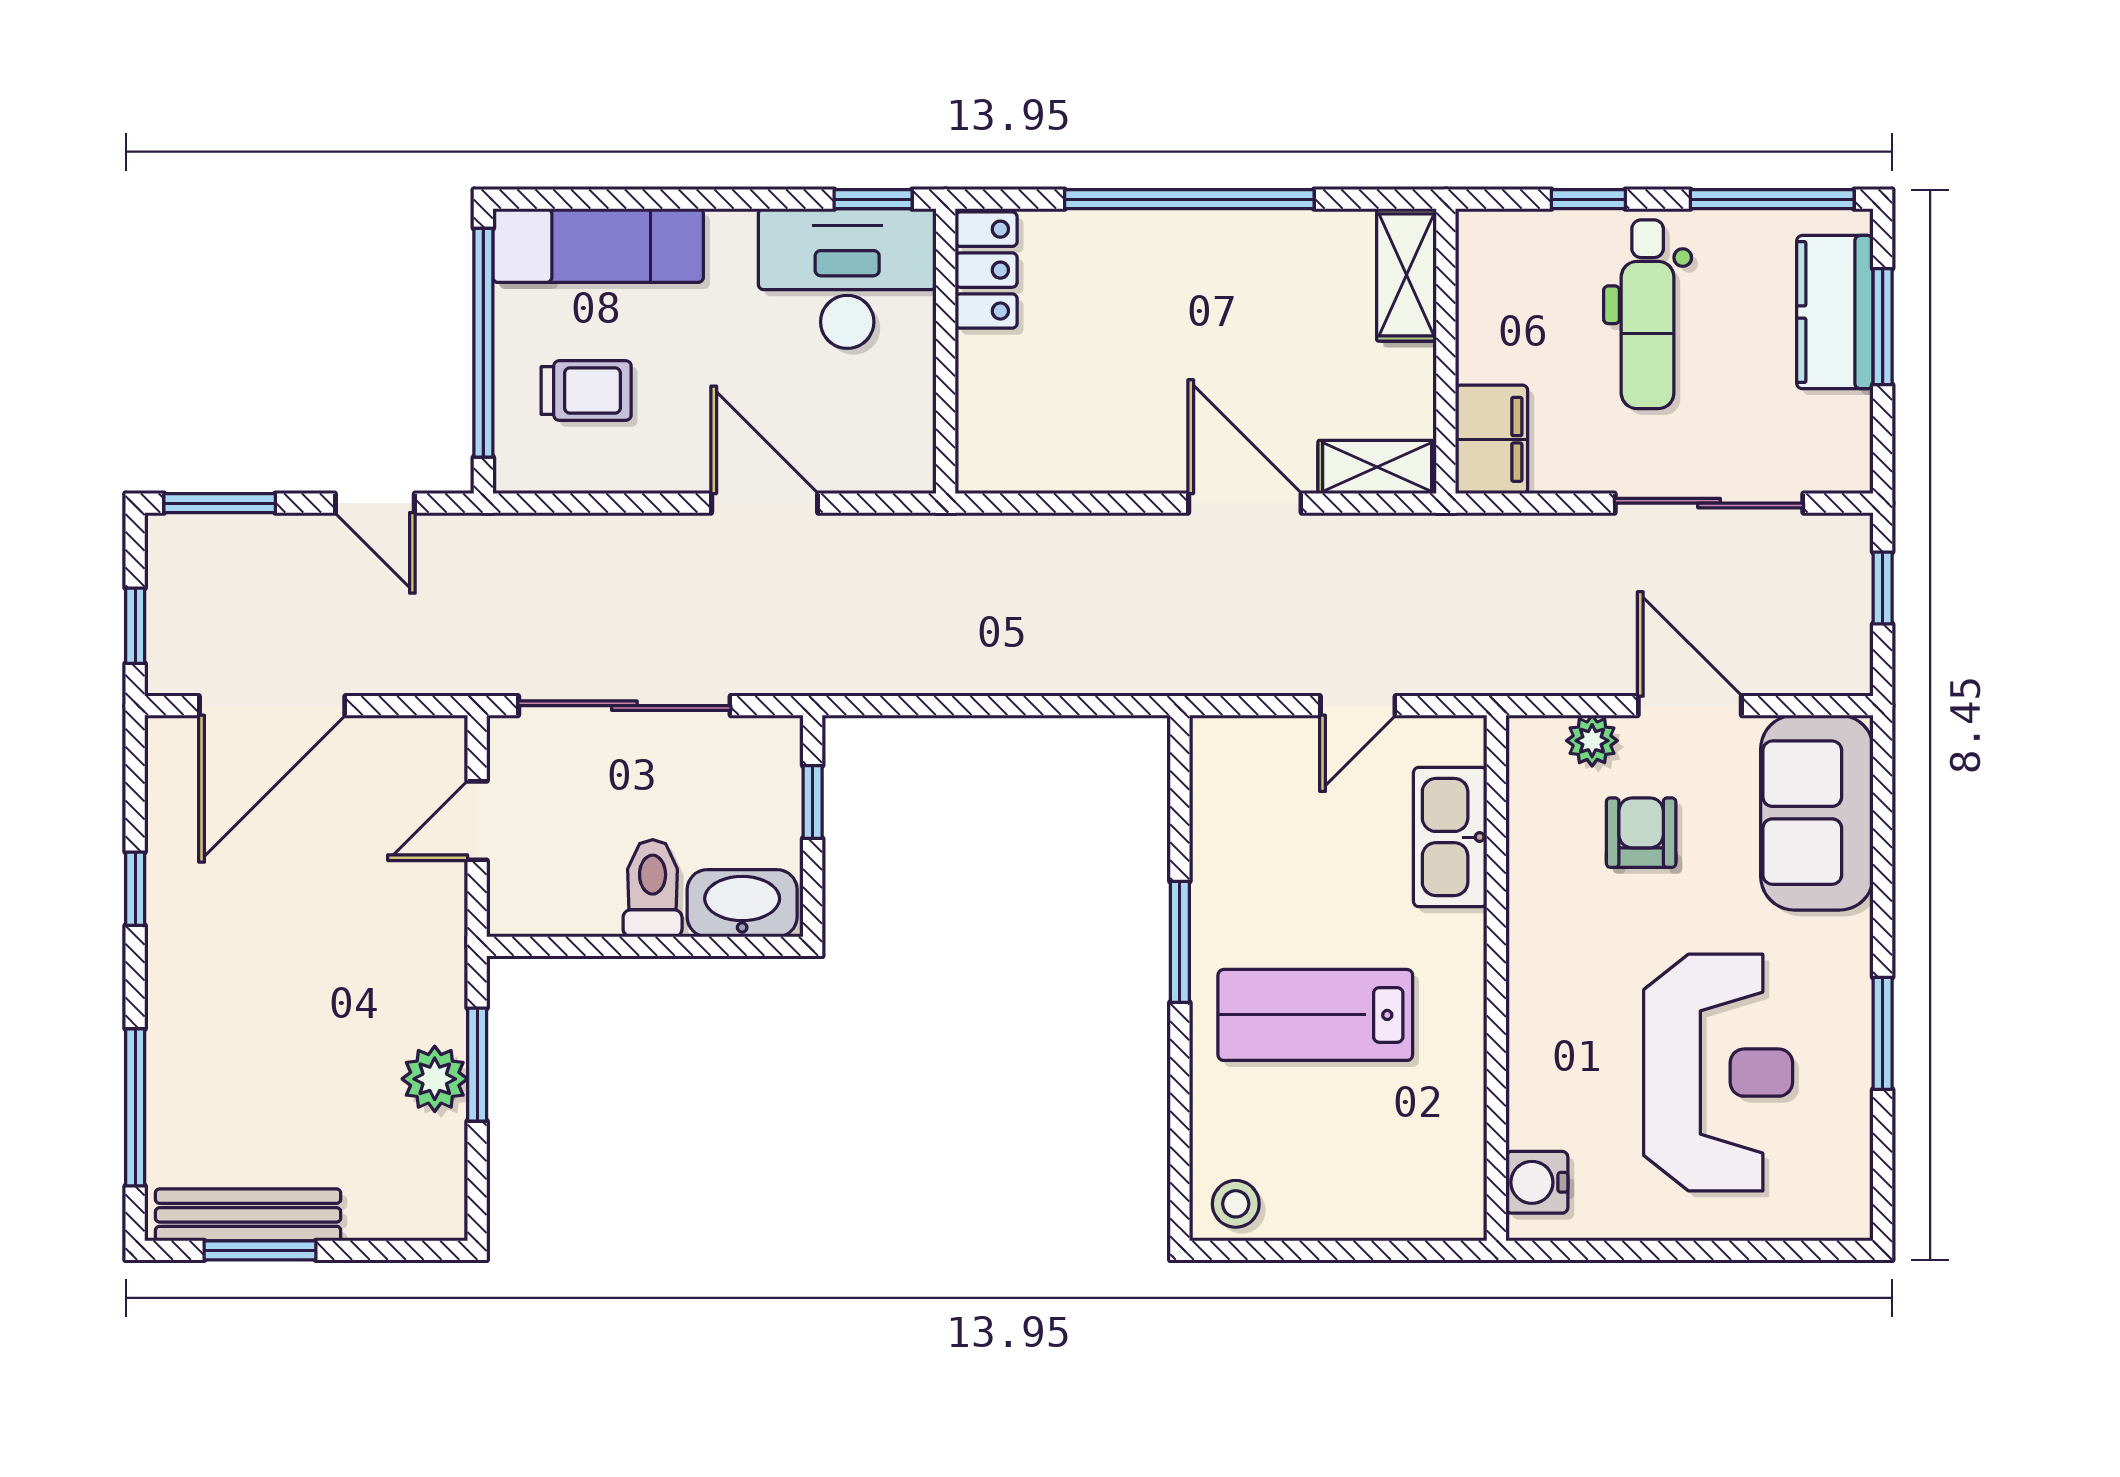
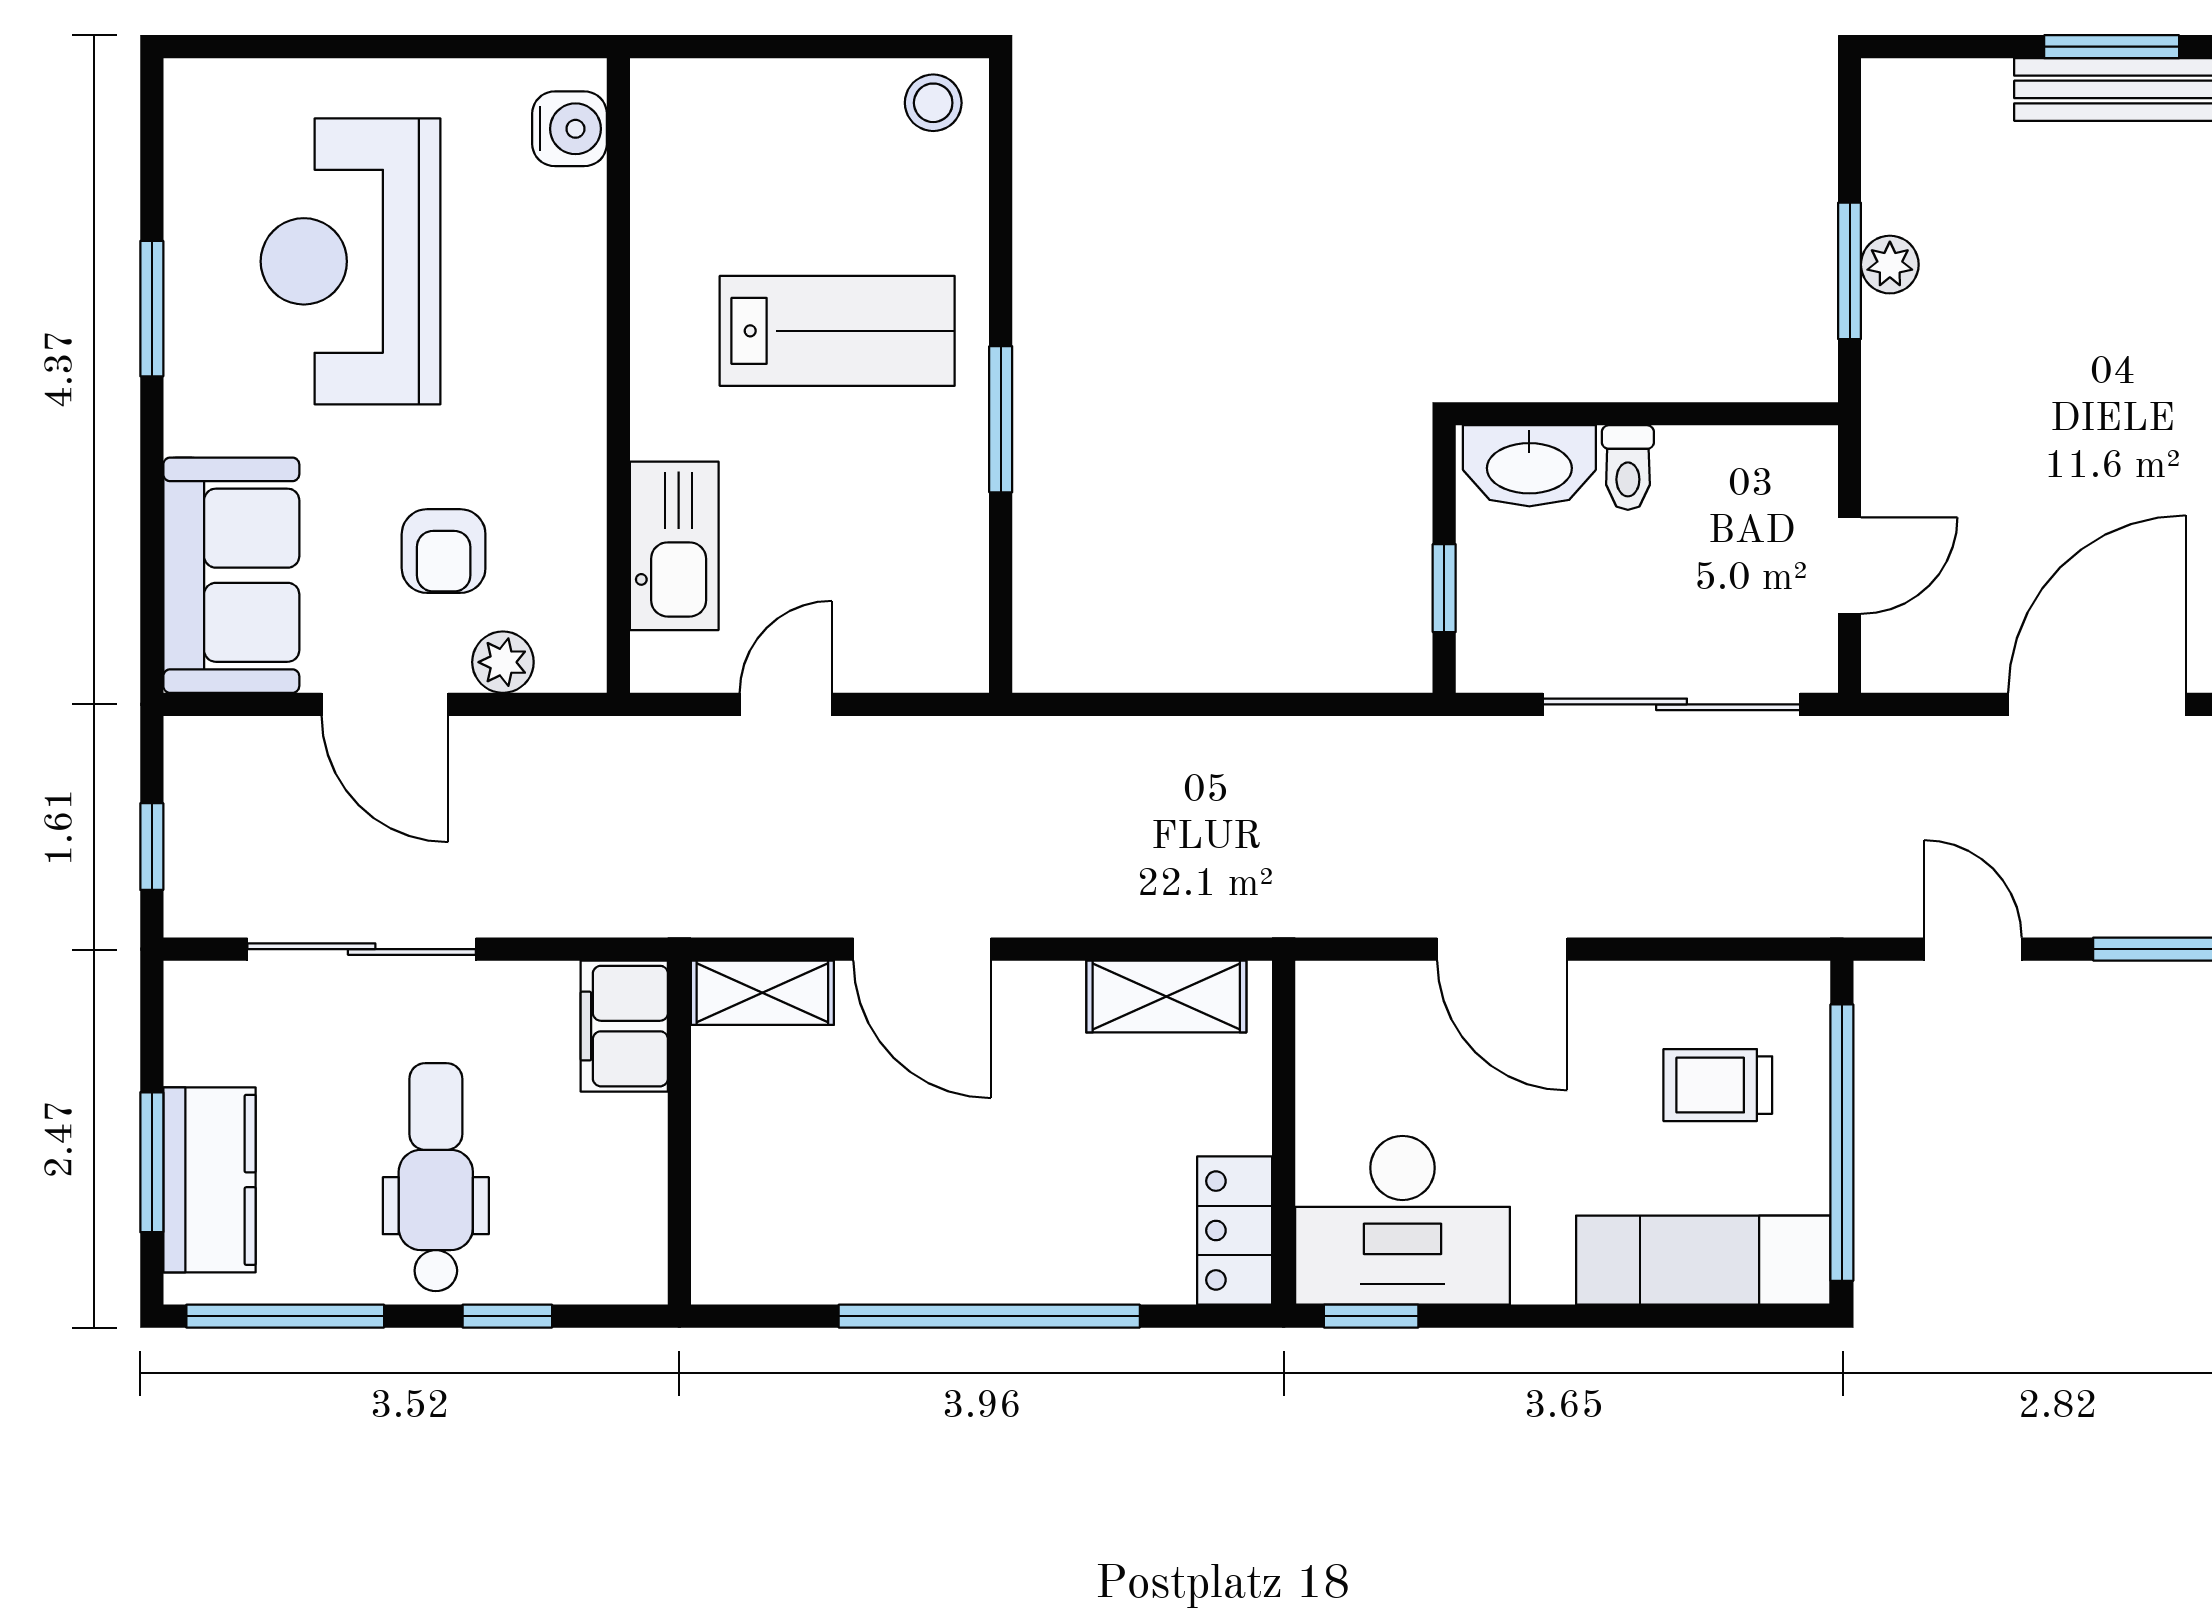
shelving: (1407, 275) -> (1166, 997), moved, turned 90
toilet: (653, 888) -> (1628, 468), width x0.73, depth x0.72
plant: (435, 1079) -> (1890, 265), width x0.73, depth x0.73

